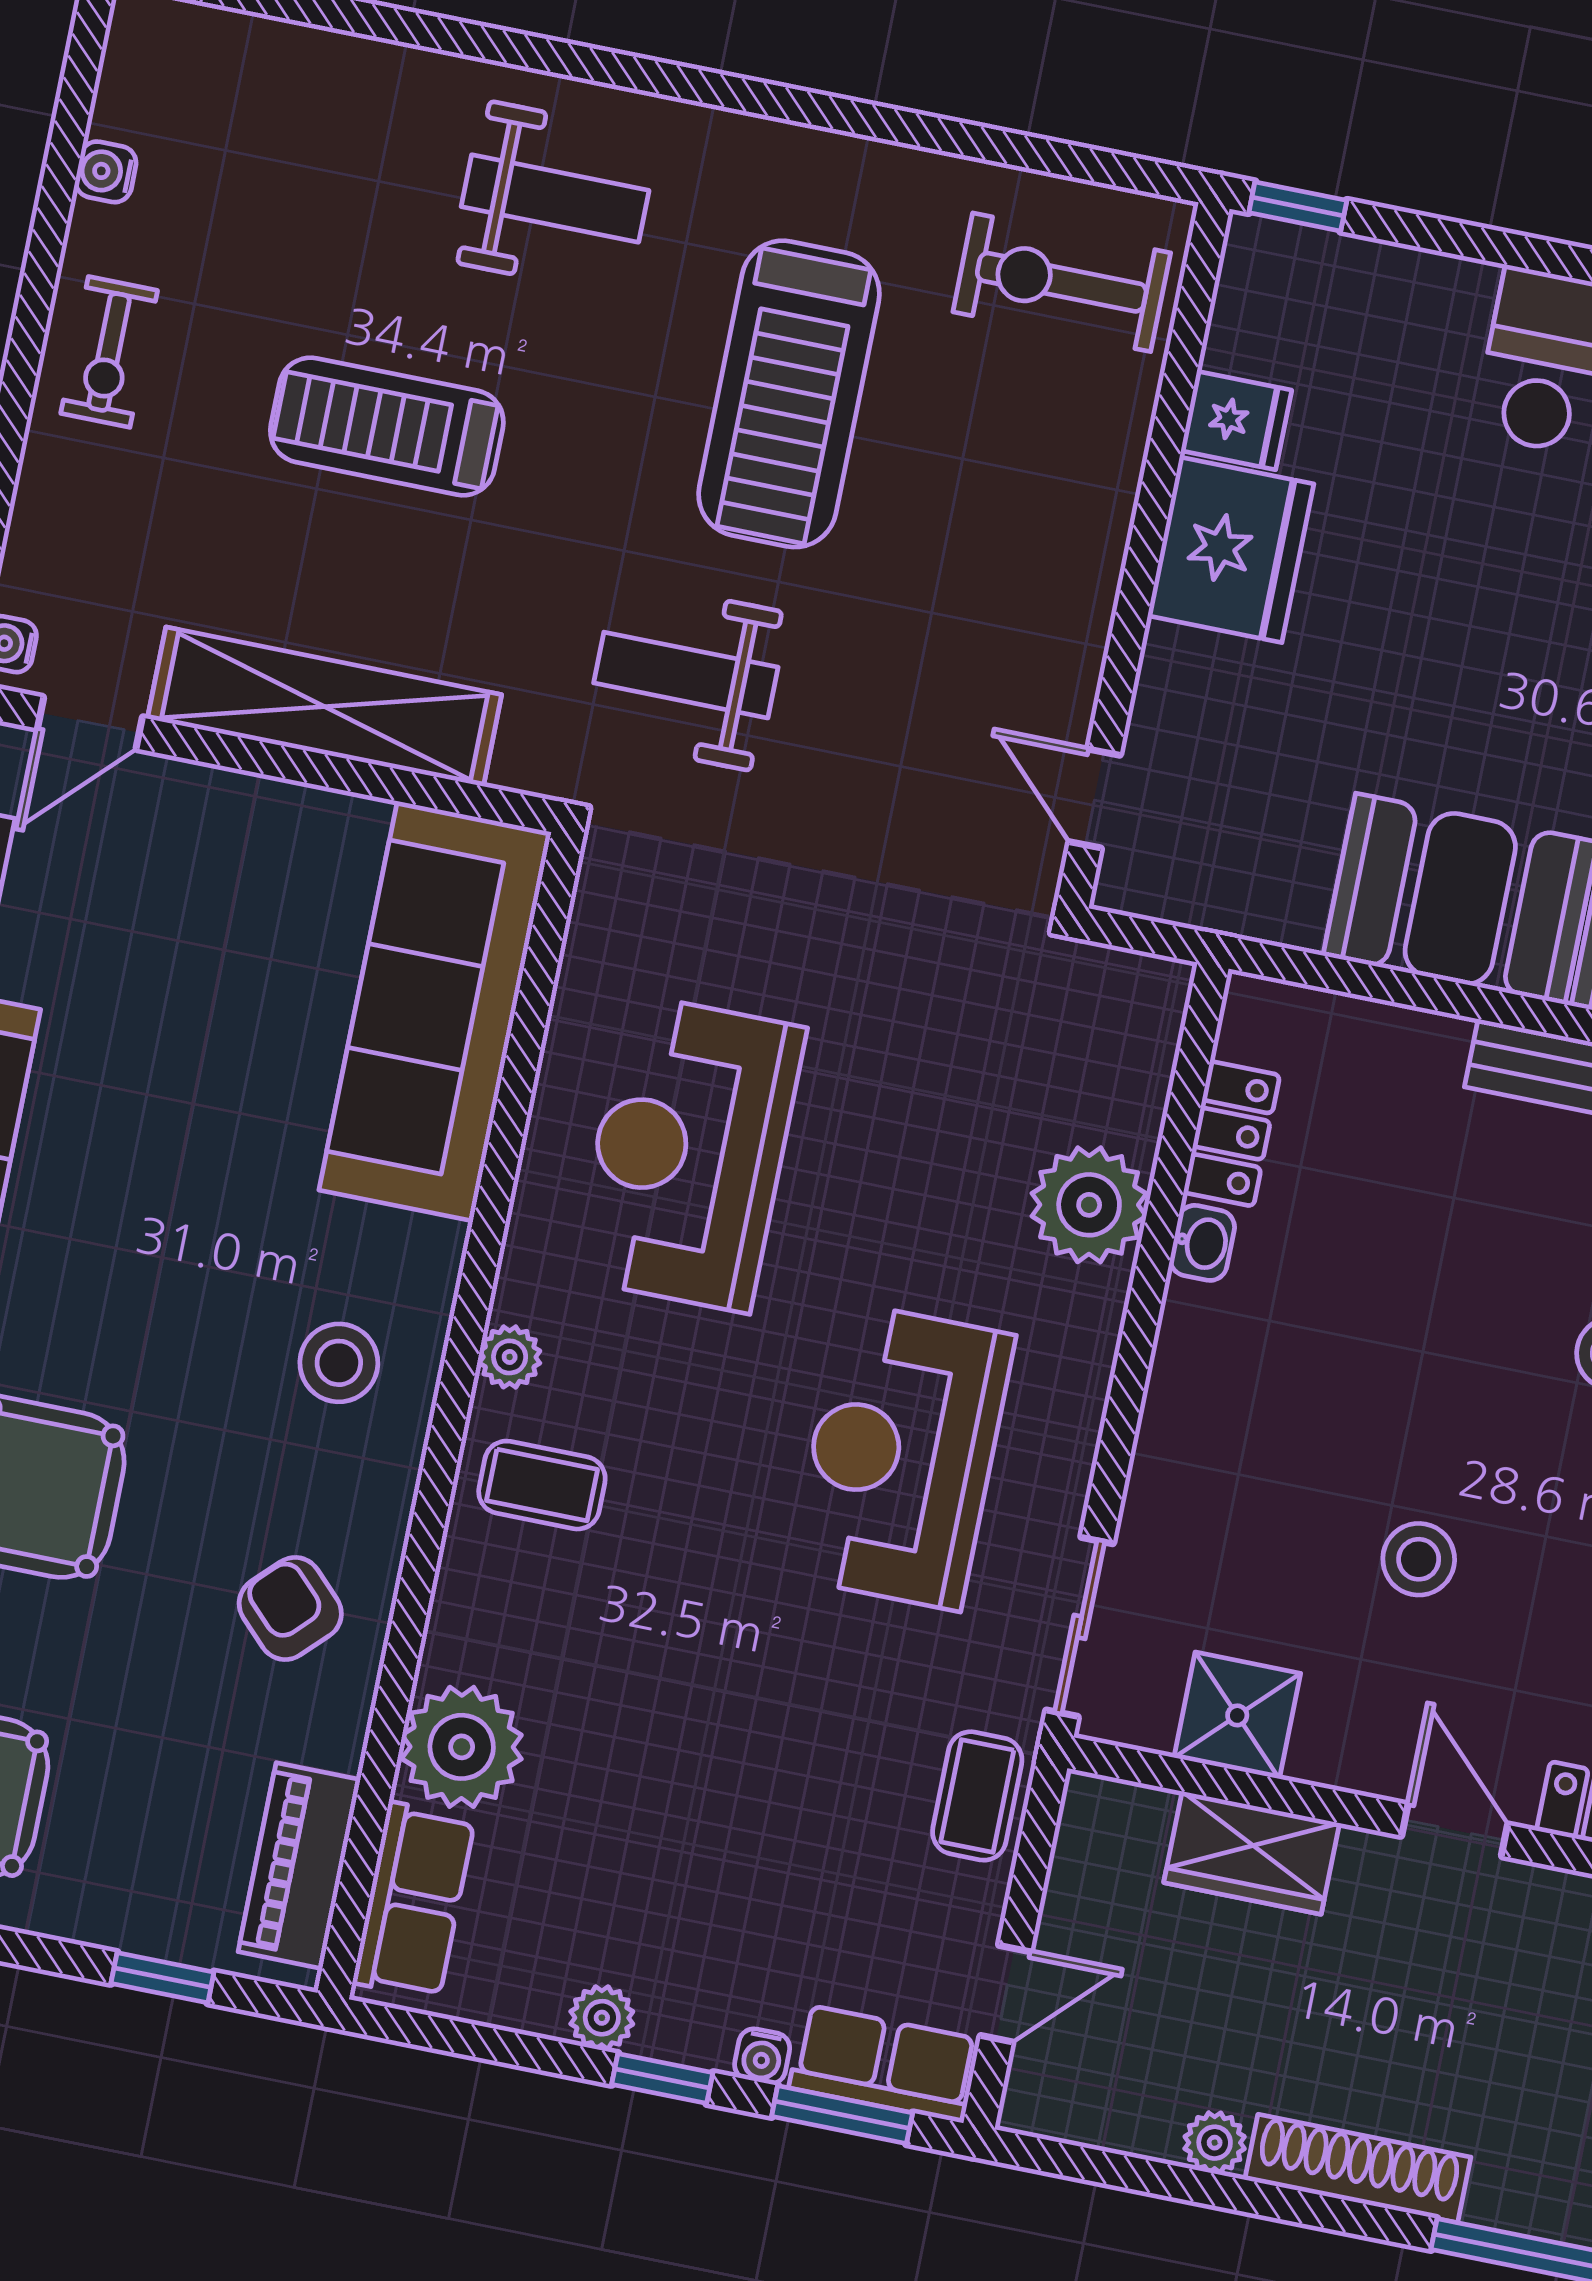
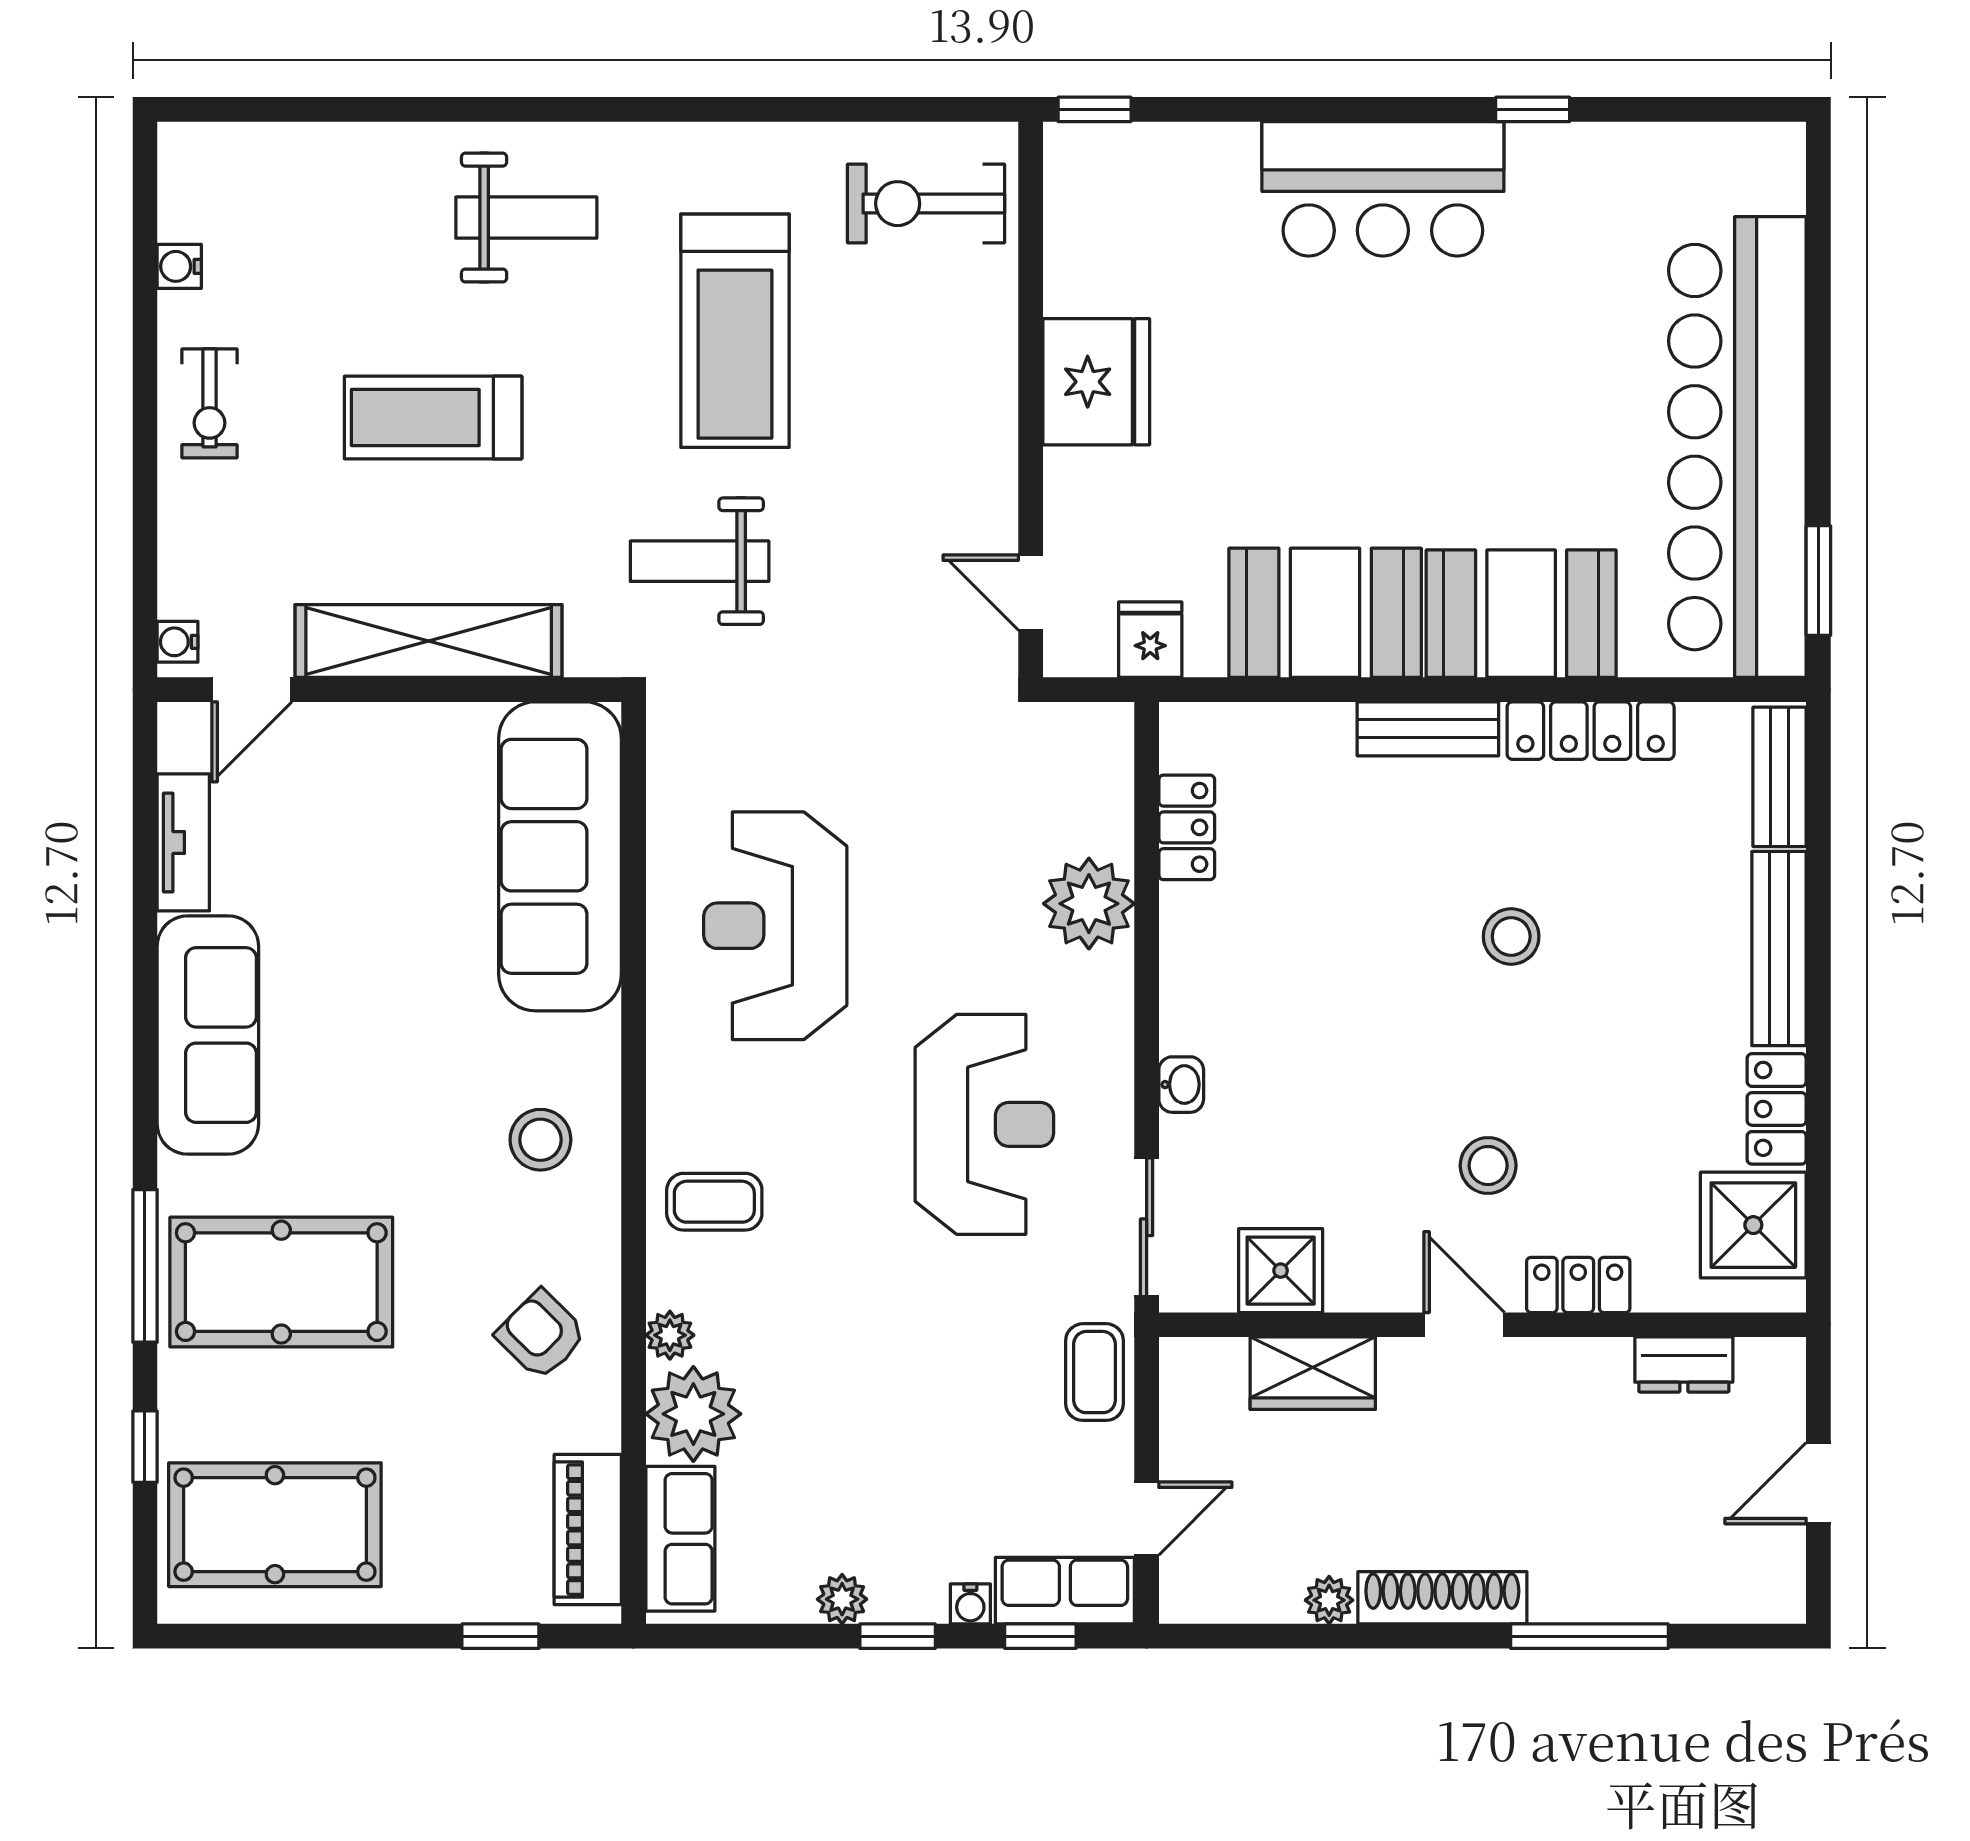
fridge: (1236, 420) -> (1150, 640), moved, turned -90
washbasin: (1202, 1243) -> (1181, 1085), moved
plant: (510, 1357) -> (670, 1335), moved
reception desk: (901, 1456) -> (984, 1124), turned 180
stool: (1419, 1559) -> (1488, 1166), moved
window: (842, 2115) -> (1040, 1636), width x0.67

